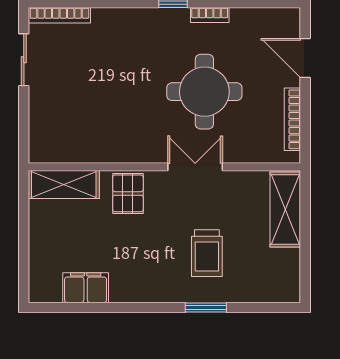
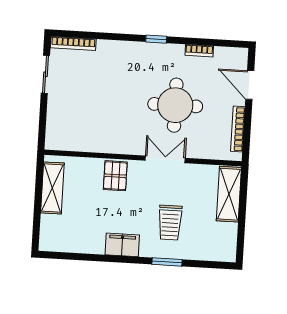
bookcase: (210, 15) -> (199, 51), moved
shelving: (64, 185) -> (52, 188), moved, turned 90
filing cabinet: (86, 288) -> (122, 245), moved

